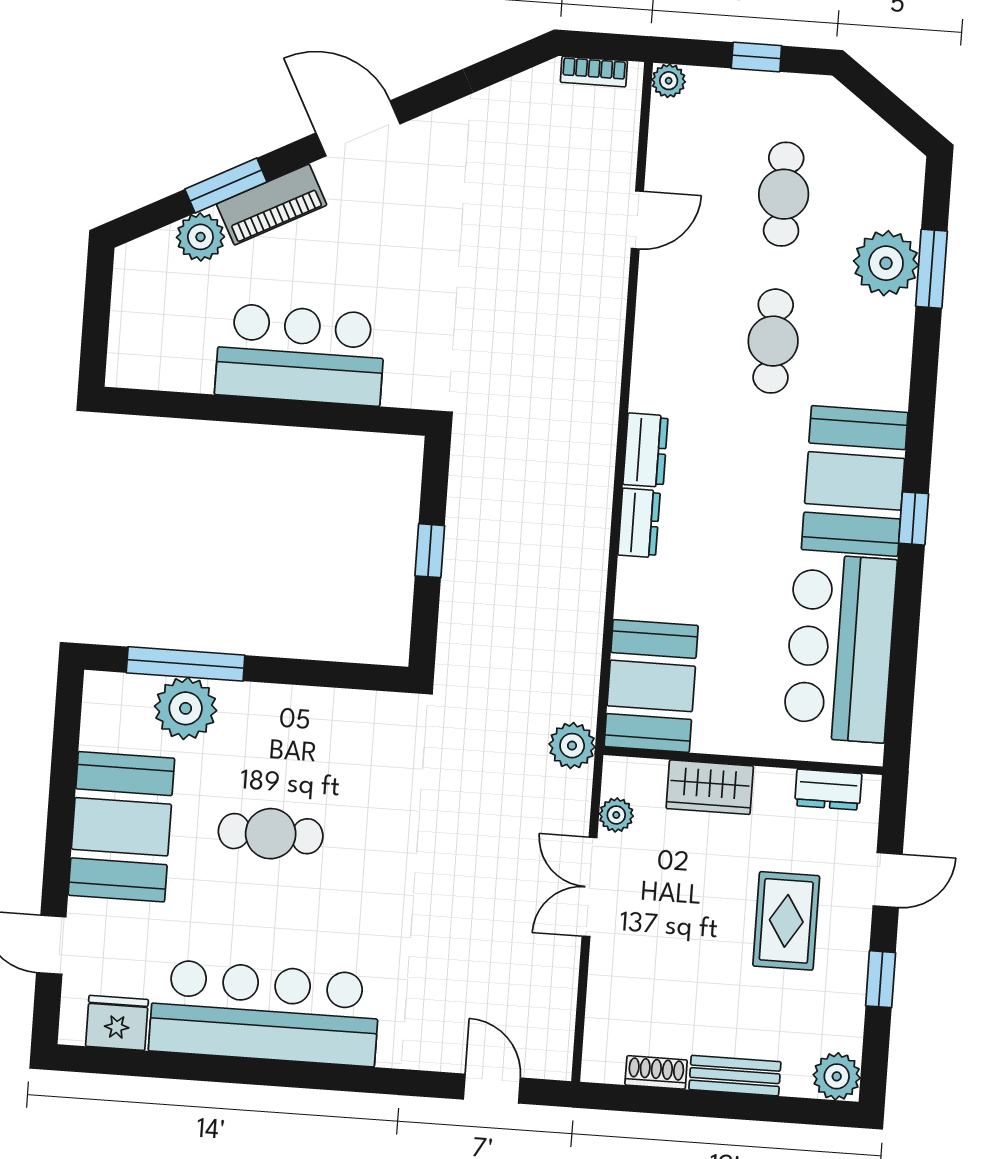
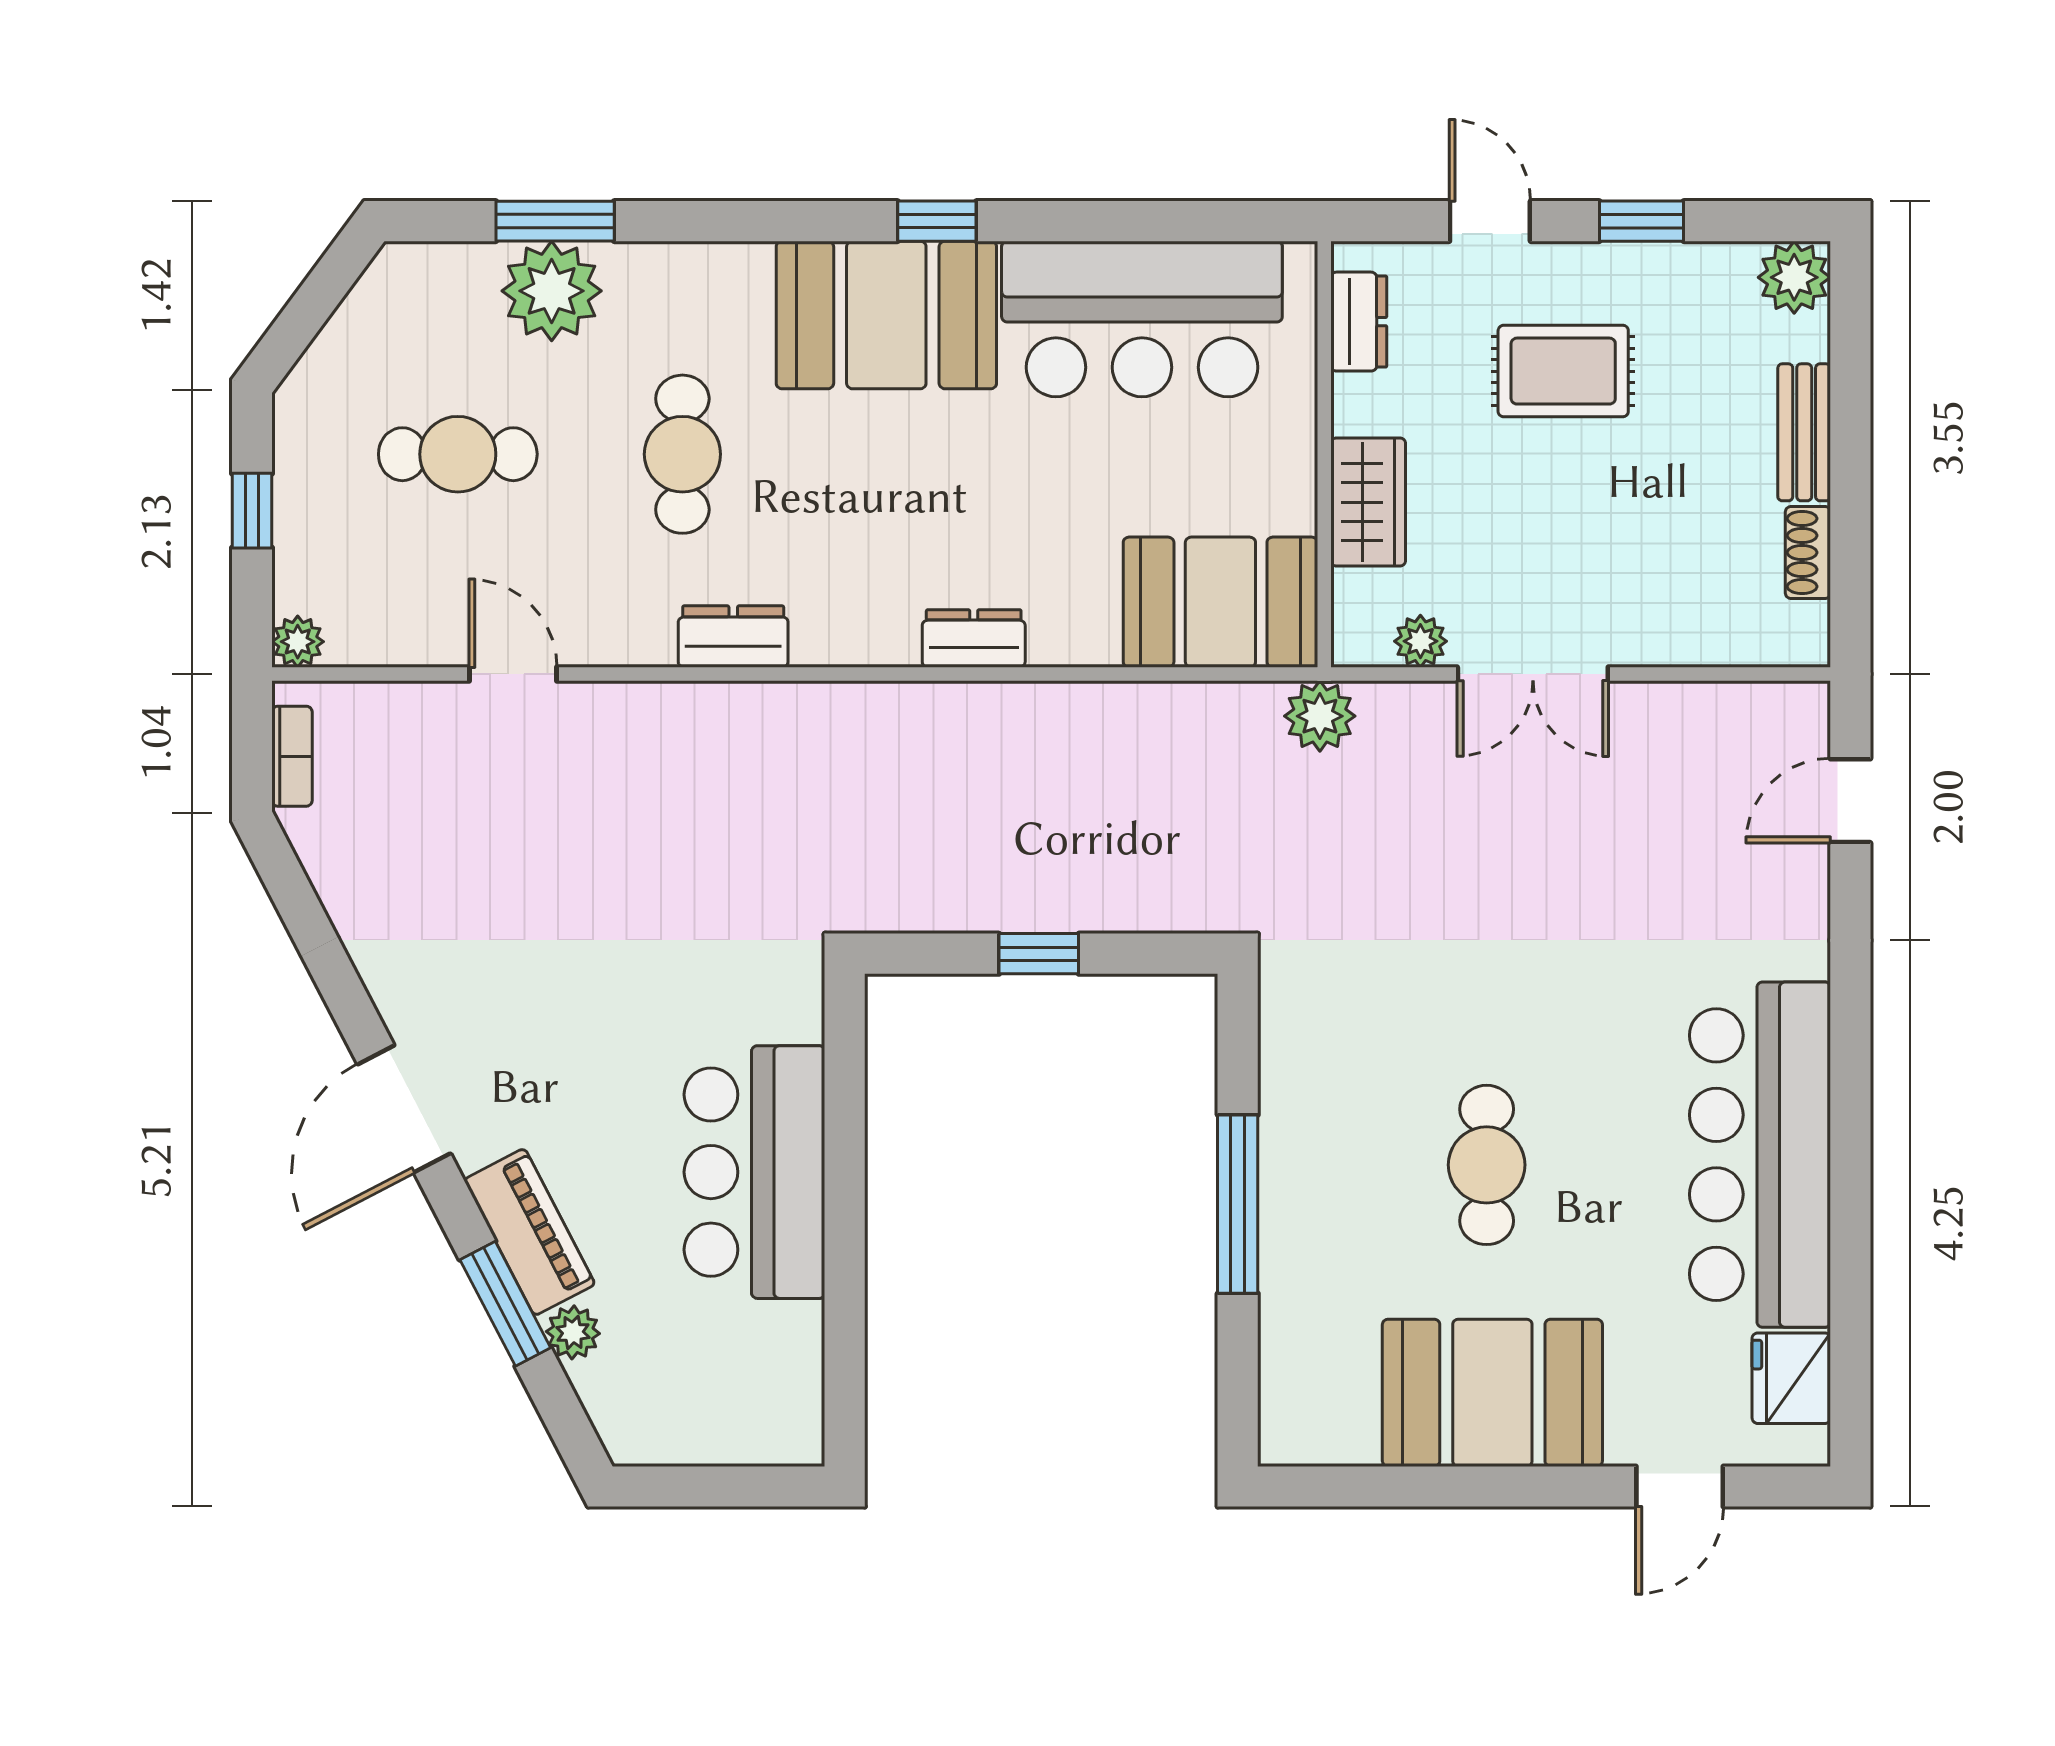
plant: (200, 237) -> (573, 1332), width x0.73, depth x0.73
cafe table: (773, 341) -> (682, 454), turned 90
dresser: (645, 450) -> (733, 637), moved
window: (186, 664) -> (1238, 1204), moved
plant: (186, 708) -> (1305, 1308), removed

